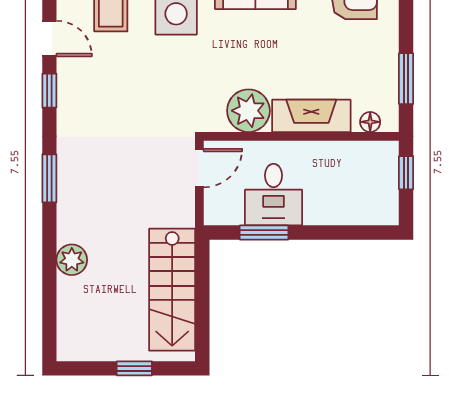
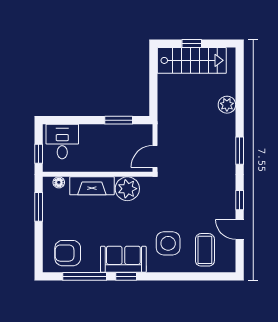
desk: (274, 195) -> (62, 141), moved
stairs: (172, 290) -> (192, 60), moved, turned 90

